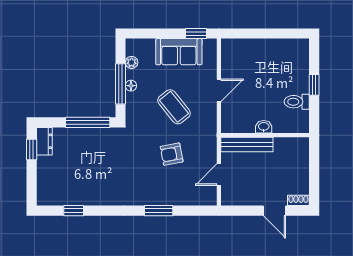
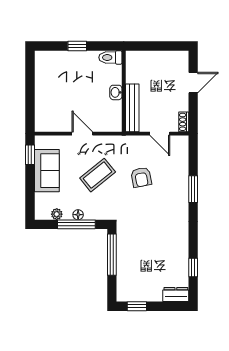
toilet: (297, 102) -> (110, 57), moved, turned 90
dresser: (44, 141) -> (176, 295), moved
shoe rack: (298, 200) -> (184, 122), moved

